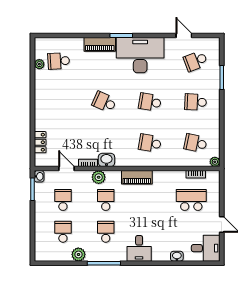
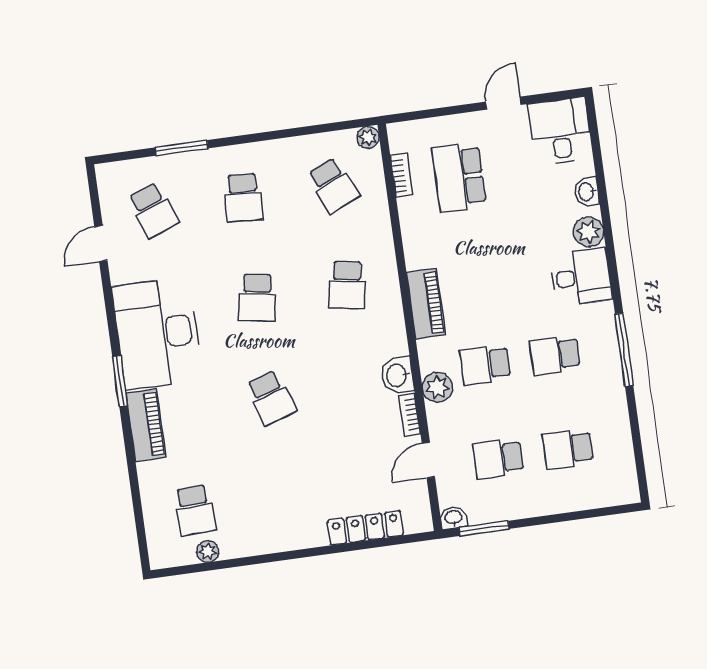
school desk: (104, 102) -> (271, 398), turned -42
locker: (40, 142) -> (365, 528), width x1.53
school desk: (196, 143) -> (333, 185), turned -36
plant: (78, 254) -> (588, 232), moved

